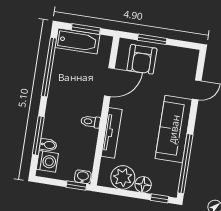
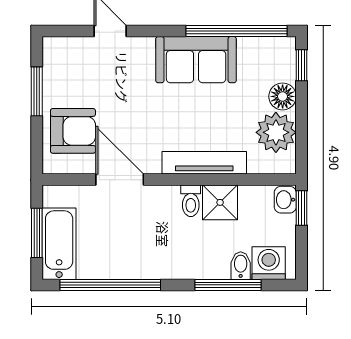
window: (152, 39) -> (37, 91), moved
sofa: (174, 129) -> (196, 60), width x0.73
shower: (87, 139) -> (220, 202), added

